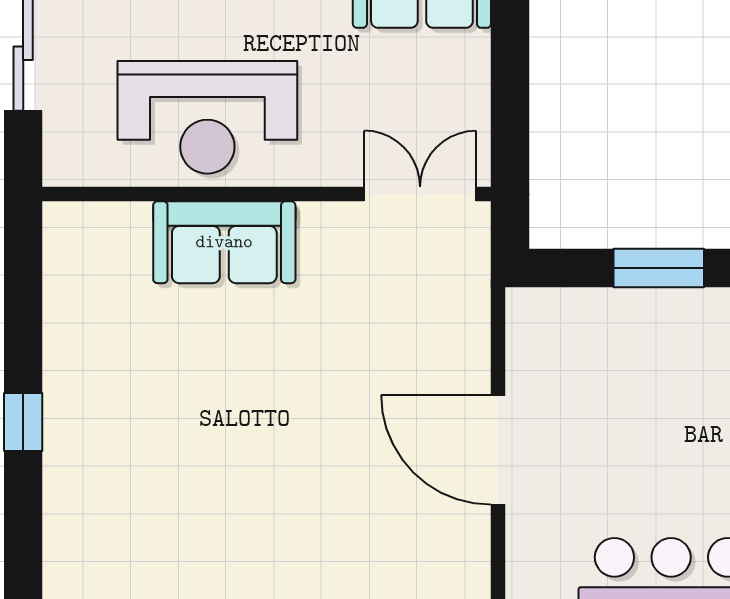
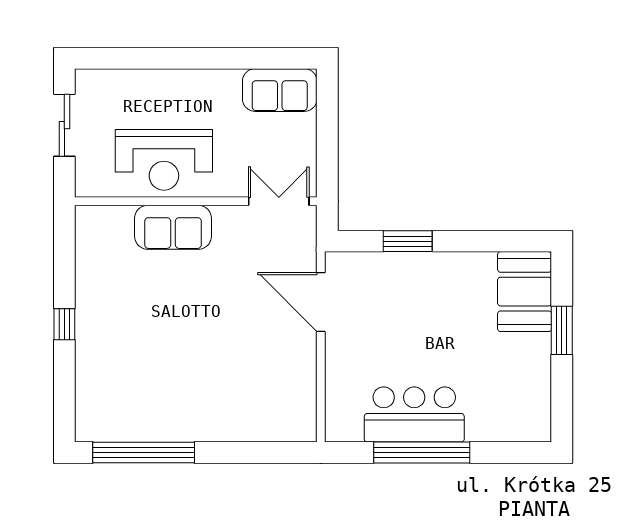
door: (498, 450) -> (321, 302), moved

